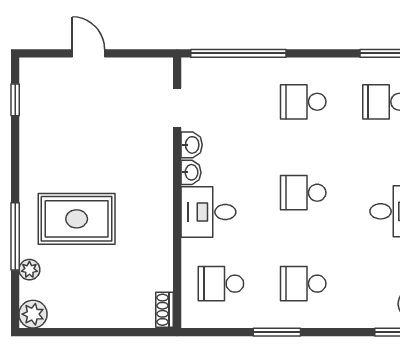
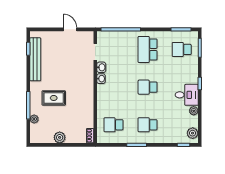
door: (88, 53) -> (70, 29), moved
school desk: (303, 102) -> (148, 49), width x1.85
bench: (32, 126) -> (35, 59), added
desk: (208, 212) -> (108, 95), removed
rug: (77, 219) -> (54, 98), width x0.73, depth x0.70
plant: (33, 314) -> (60, 137), moved

